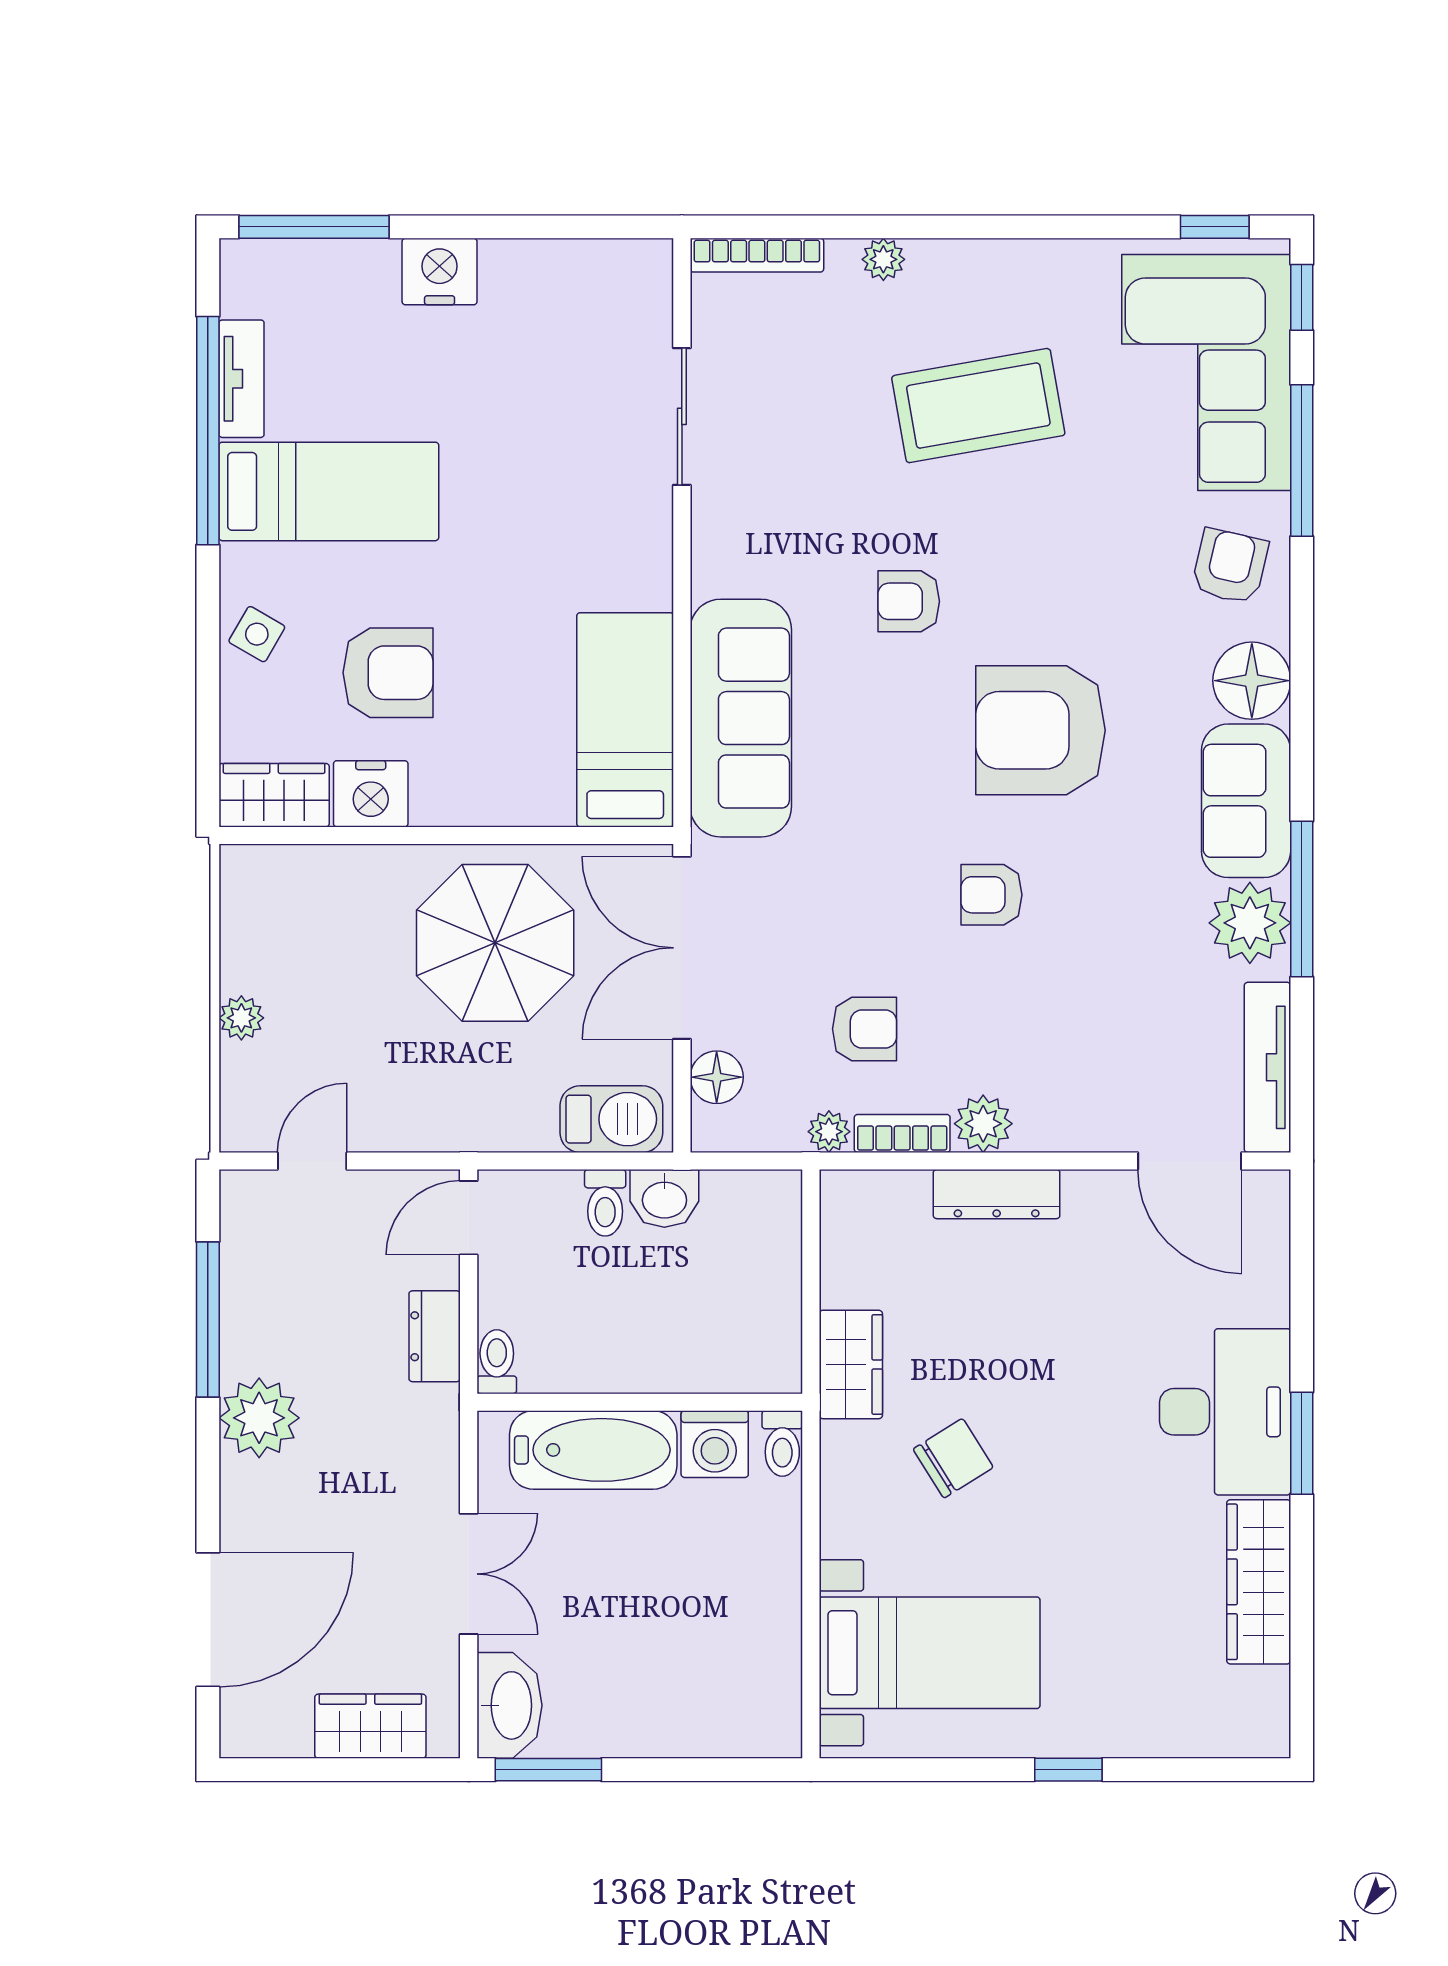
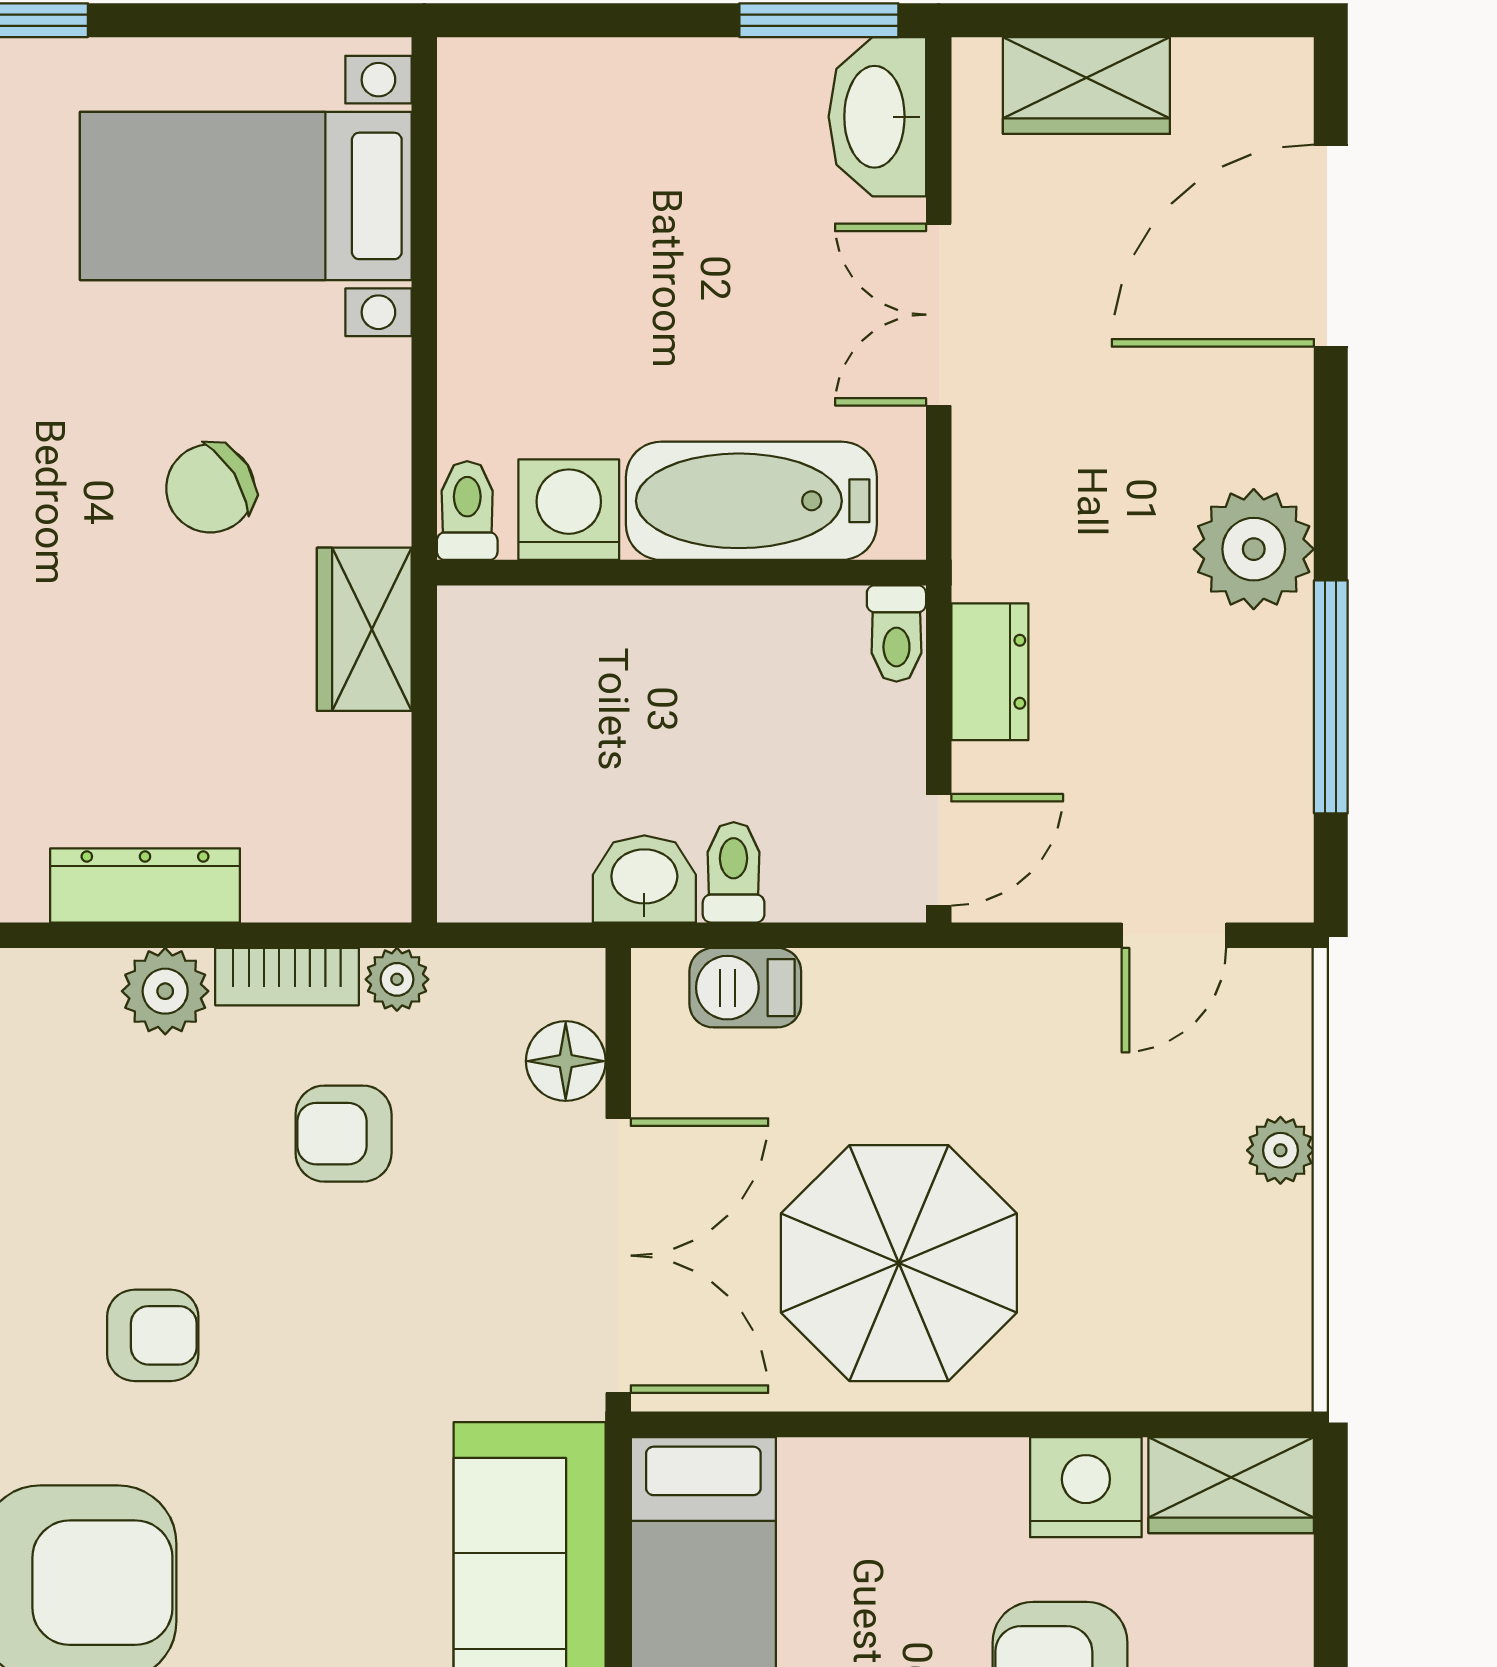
barbecue: (611, 1119) -> (745, 988), width x0.73, depth x0.79

